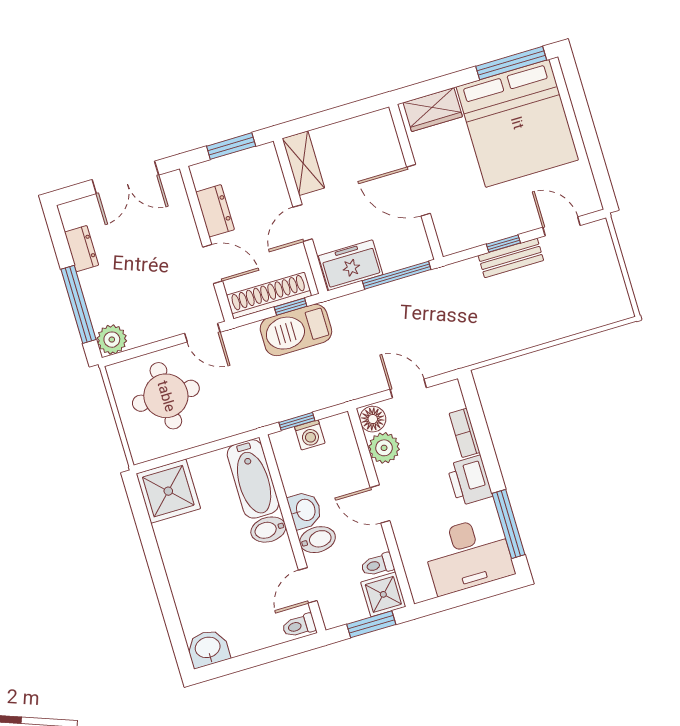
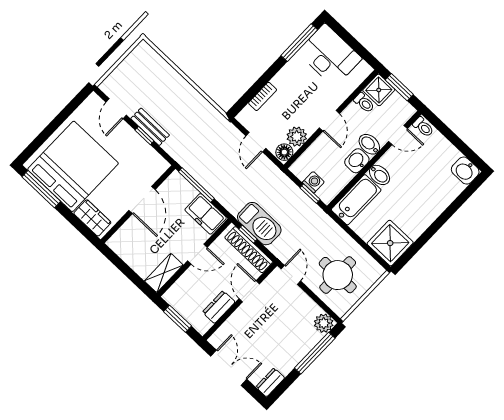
dresser: (82, 249) -> (270, 382), moved
printer: (470, 481) -> (288, 78), removed

